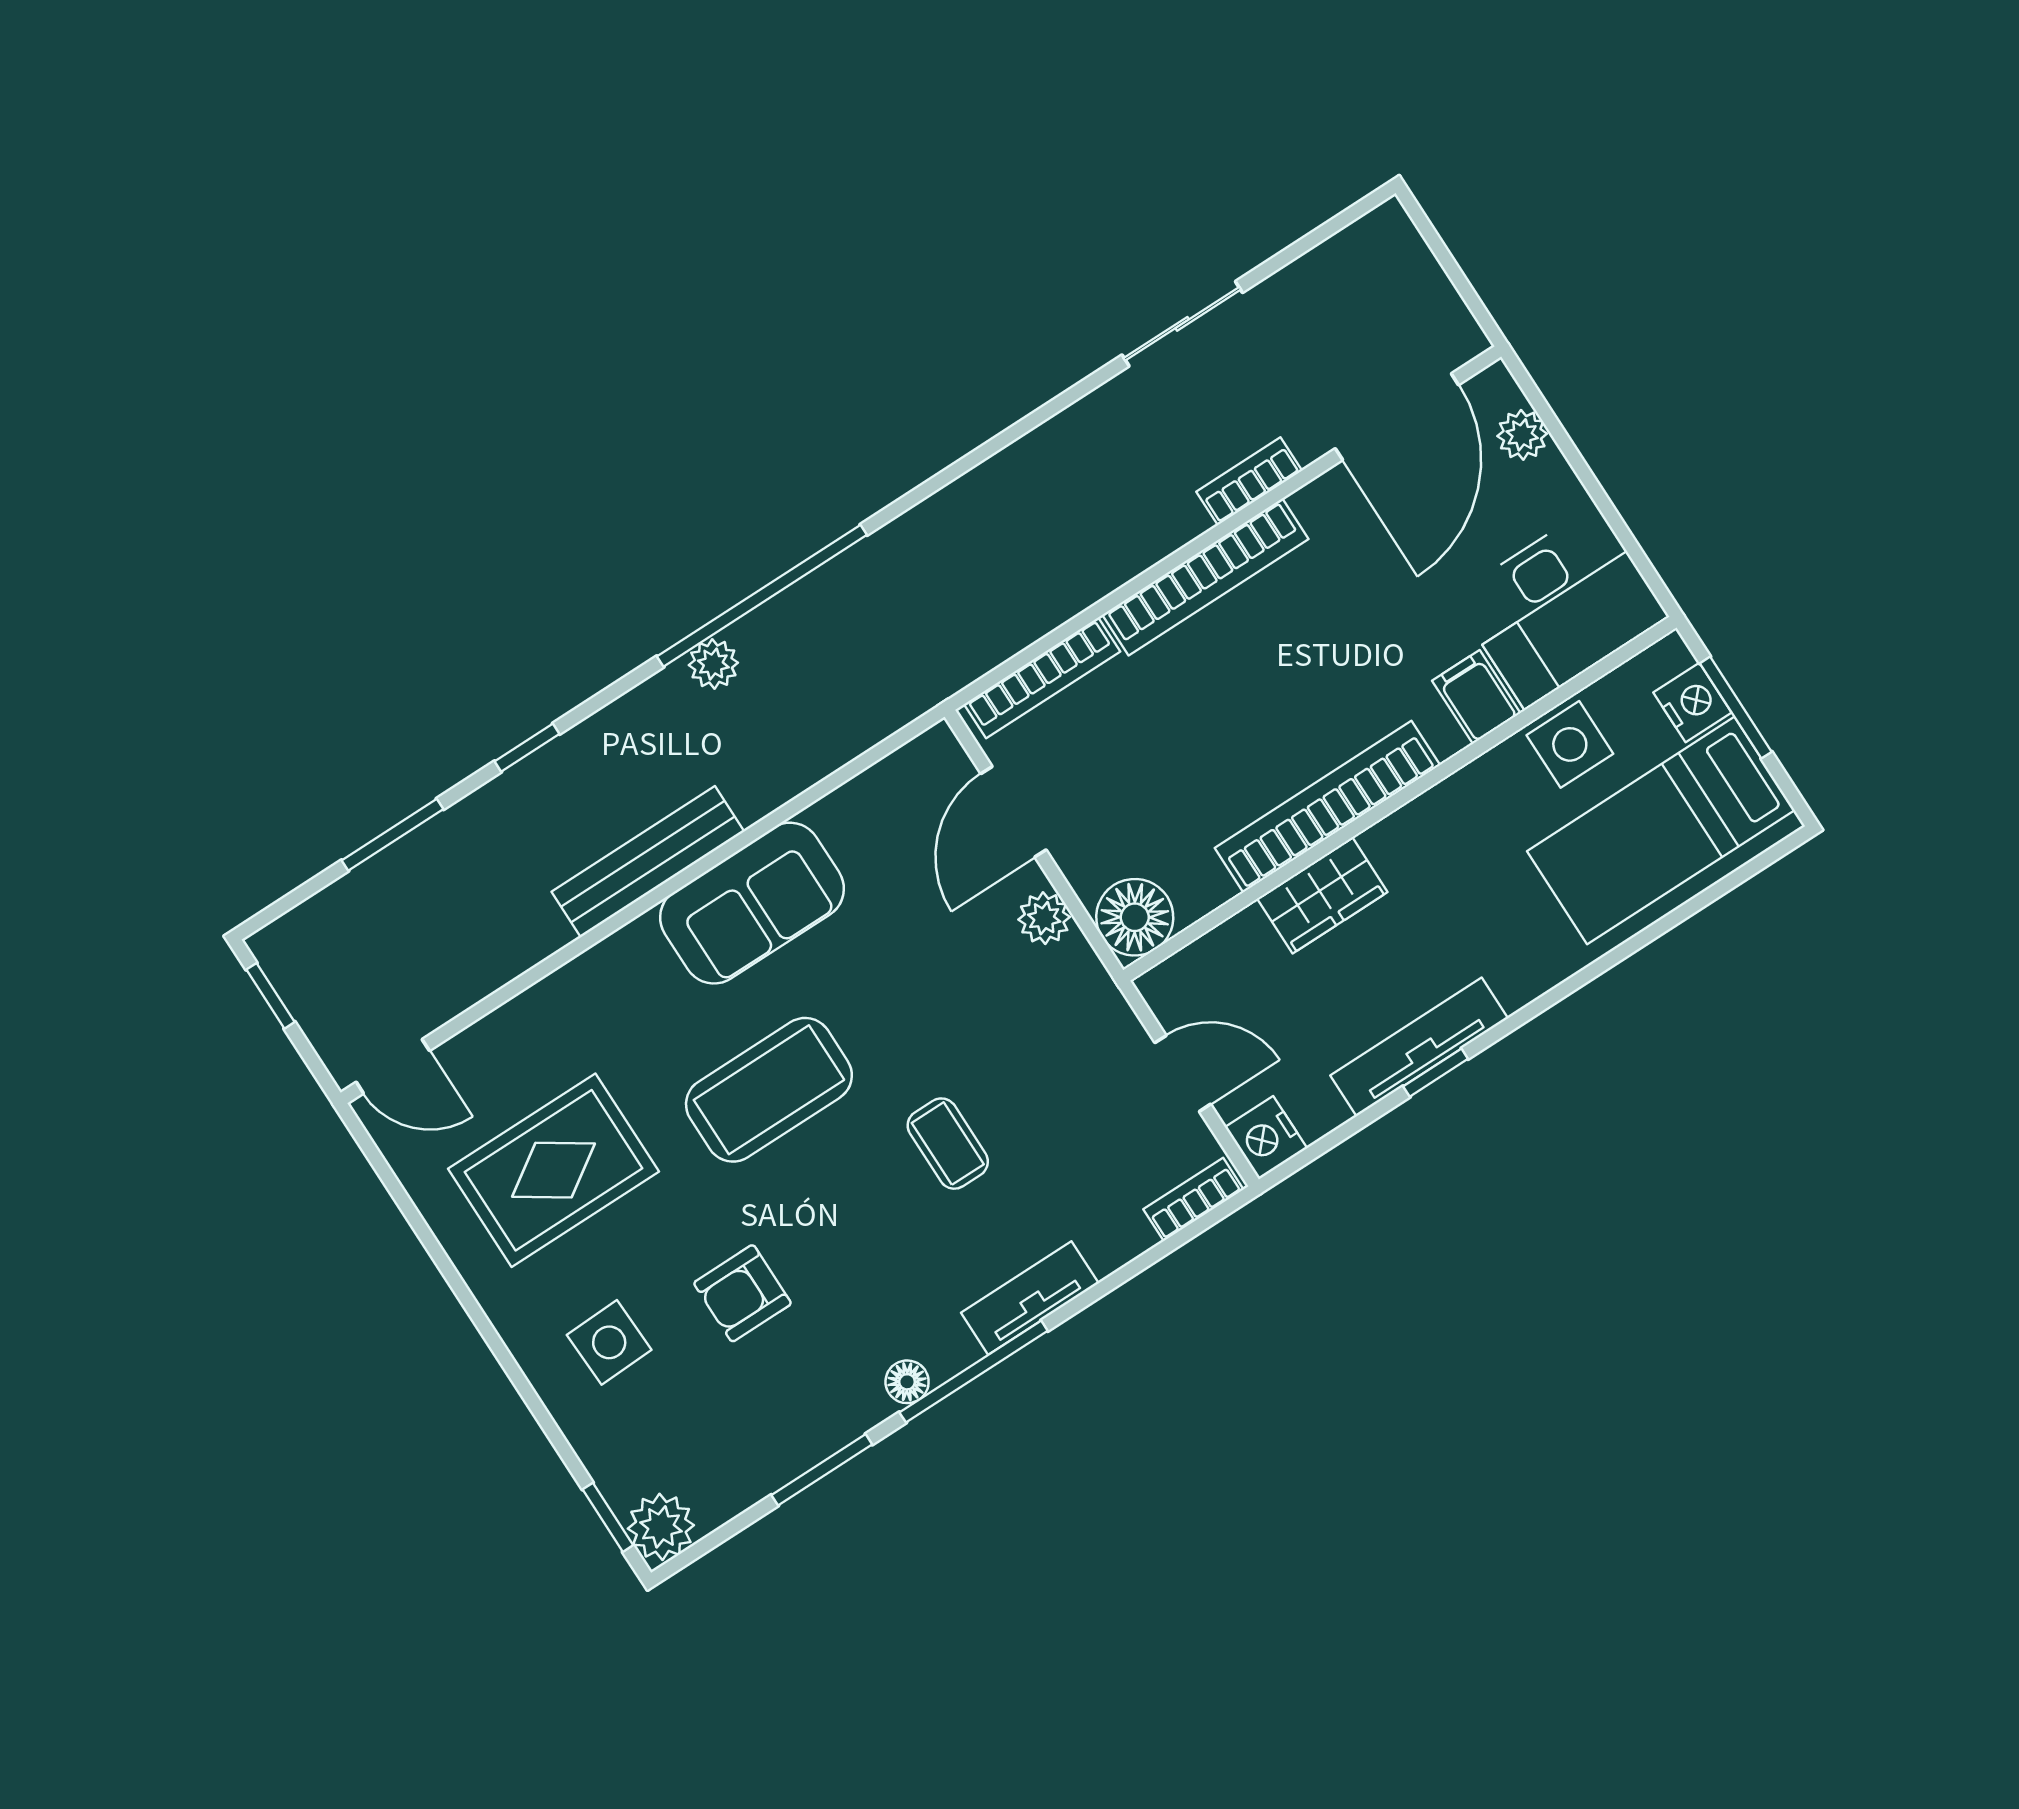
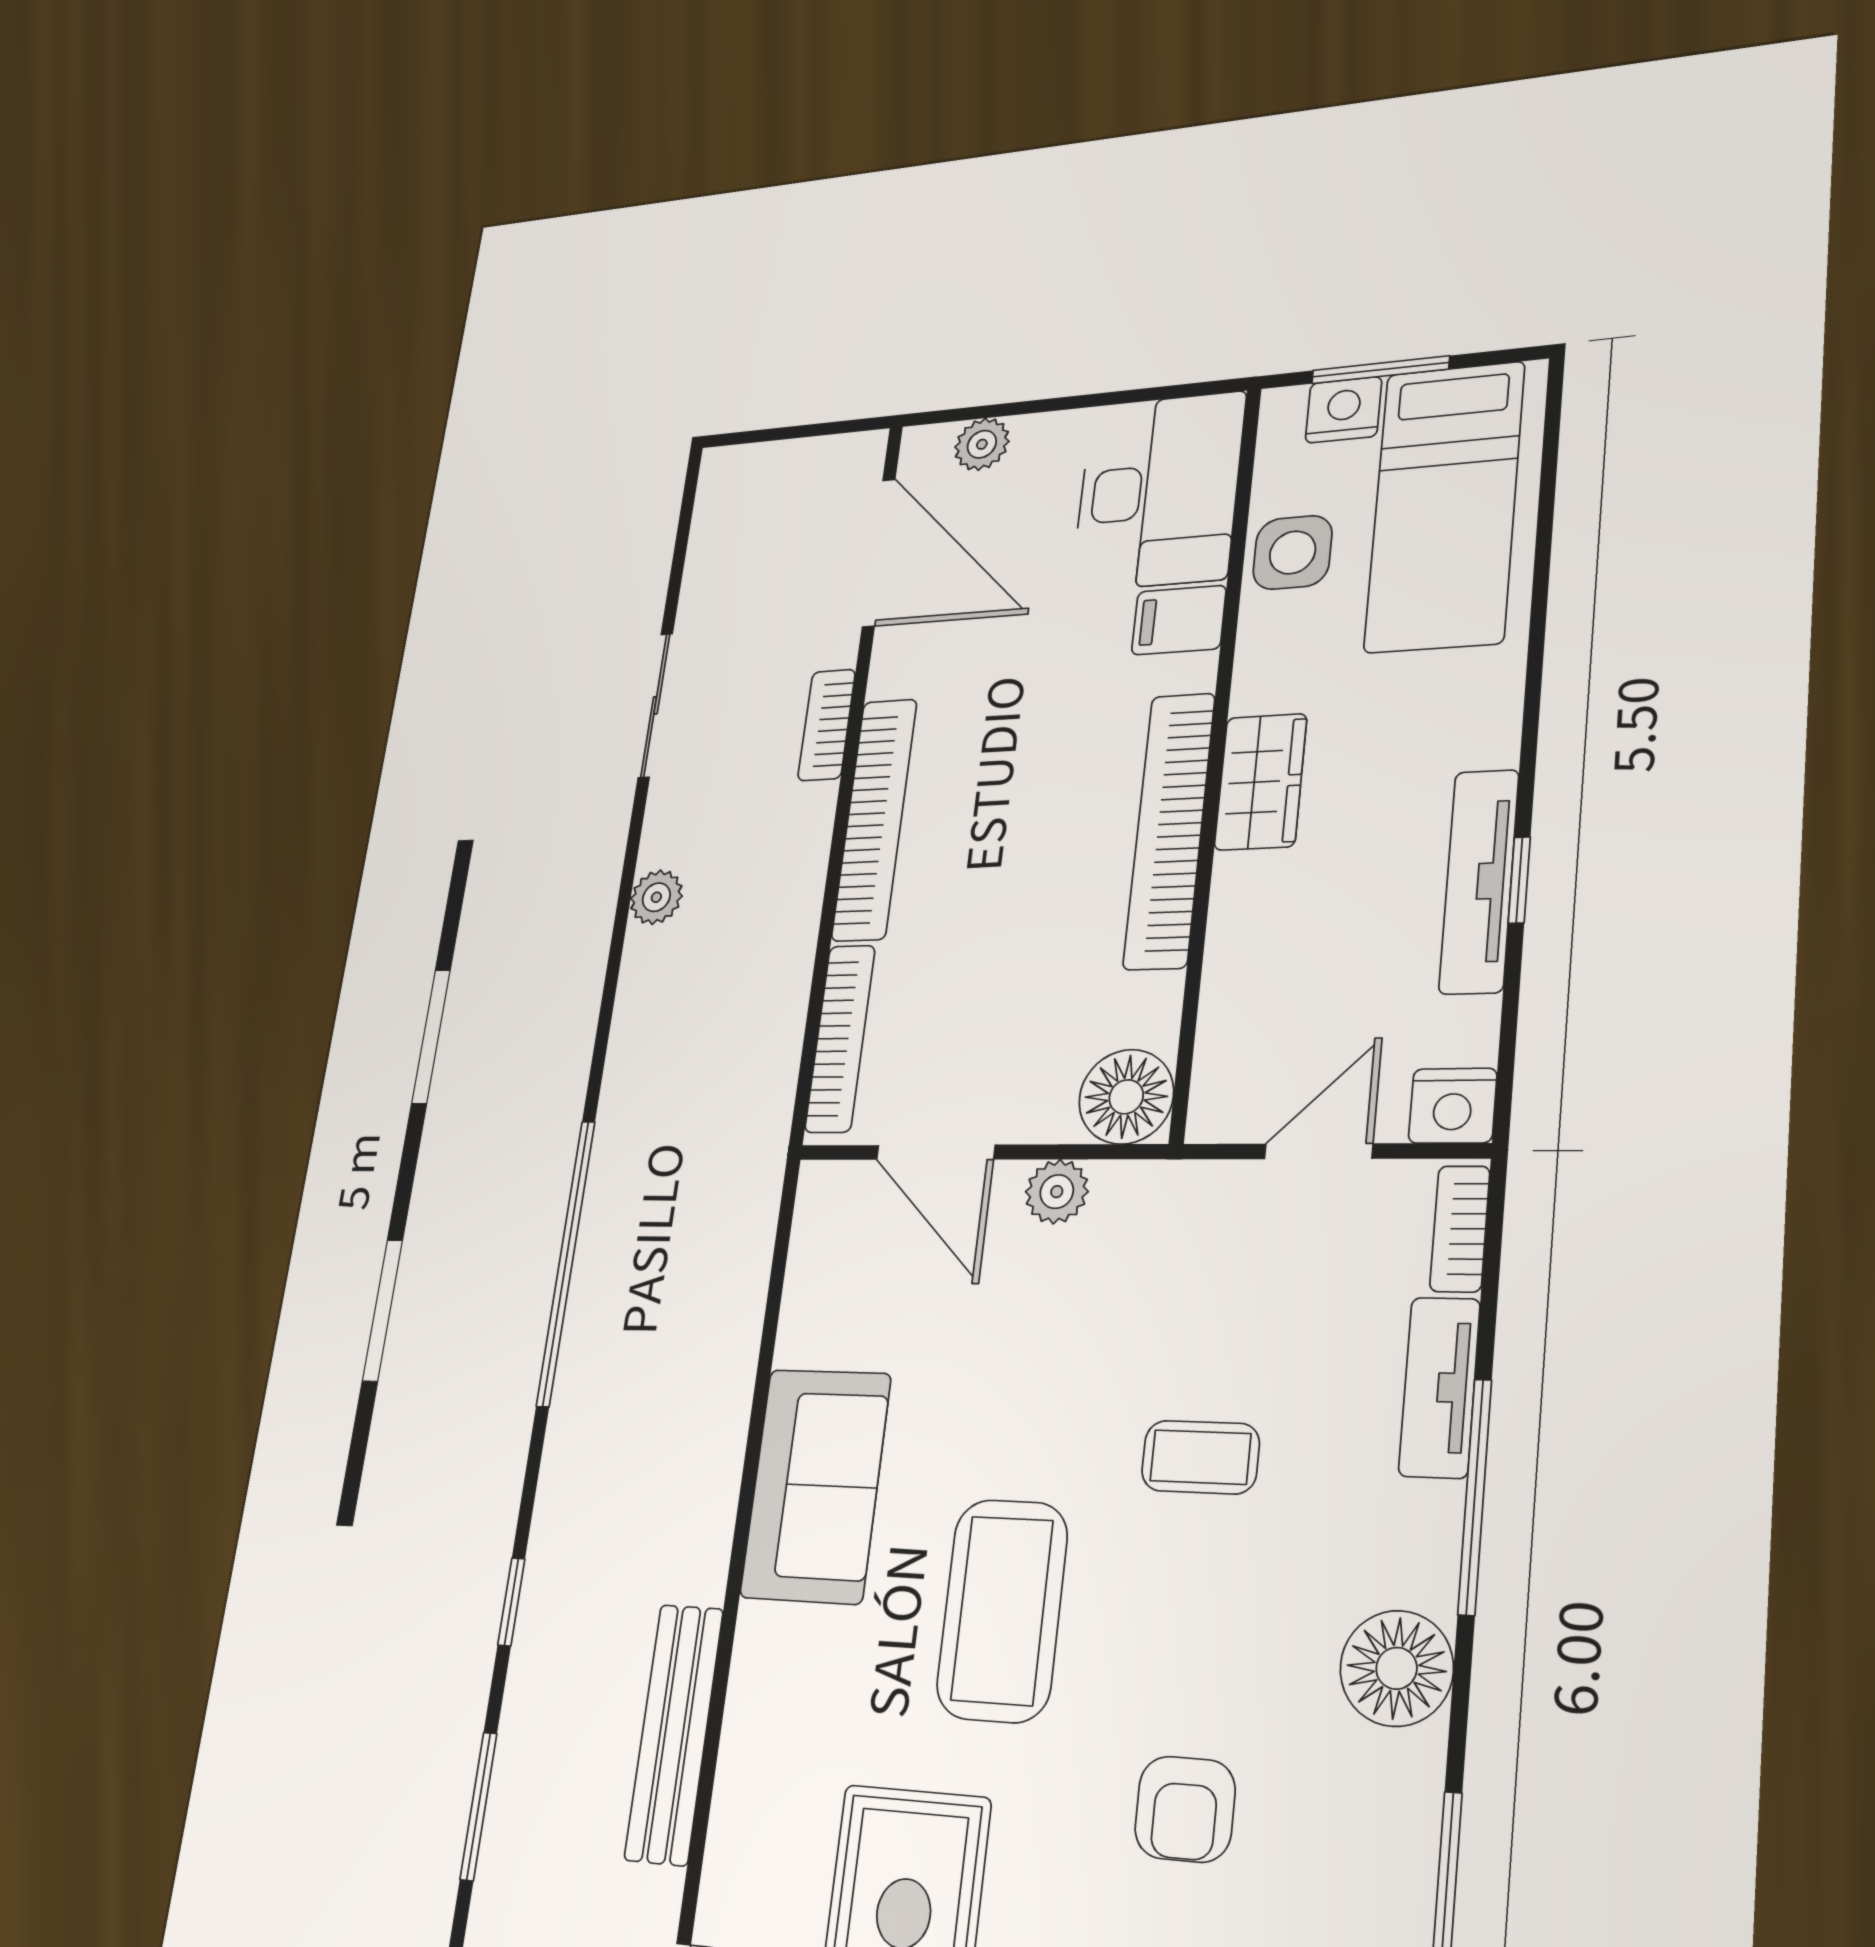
plant: (713, 664) -> (656, 897), moved
bench: (648, 862) -> (674, 1734), moved
wardrobe: (1322, 895) -> (1261, 782), moved
tv unit: (1030, 1298) -> (1439, 1387), moved
window: (974, 1372) -> (1475, 1496), moved
floor lamp: (907, 1382) -> (1397, 1668), width x1.89, depth x1.89

